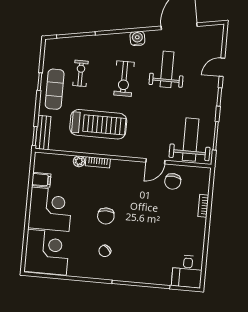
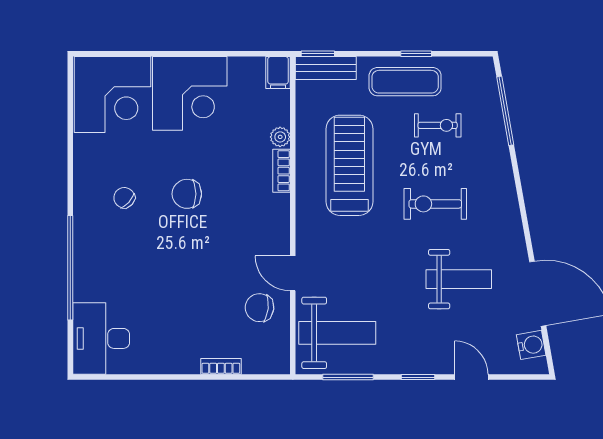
water cooler: (137, 38) -> (531, 345), moved
treadmill: (98, 124) -> (349, 165), turned 180
filing cabinet: (41, 180) -> (278, 73), moved
desk: (187, 271) -> (101, 338), width x1.37

